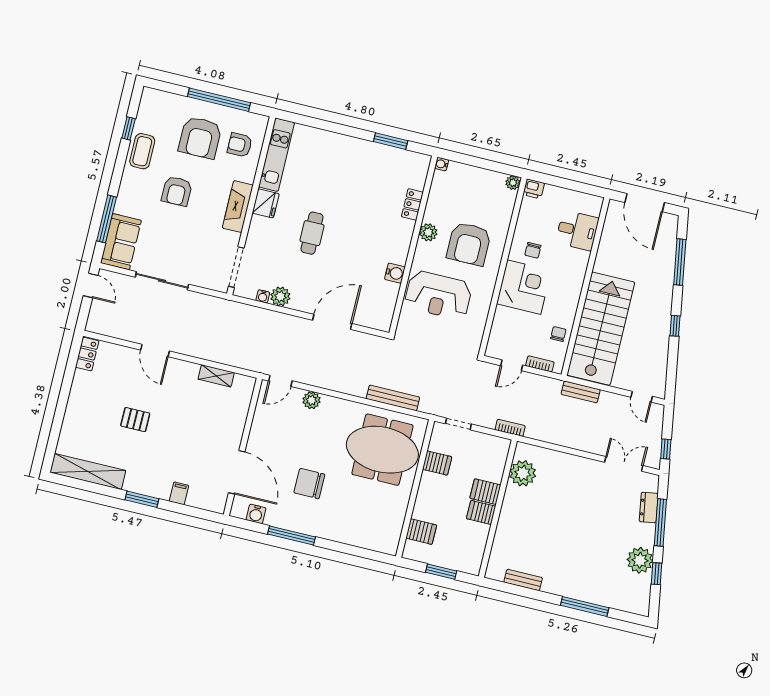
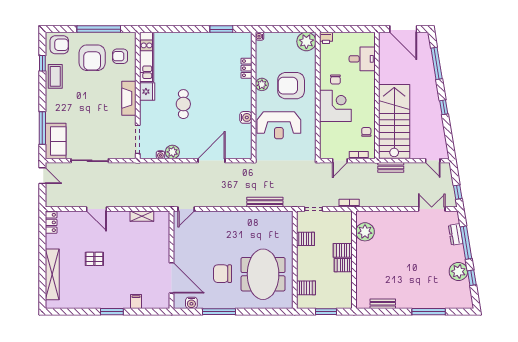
plant: (513, 183) -> (306, 41), width x1.87, depth x1.87
armchair: (177, 191) -> (59, 45), moved, turned -90
armchair: (469, 244) -> (291, 86), turned 90
plant: (311, 400) -> (210, 217), removed
meeting table: (382, 450) -> (263, 274), moved, turned 90
shelving: (88, 471) -> (52, 274), moved, turned 90

